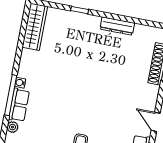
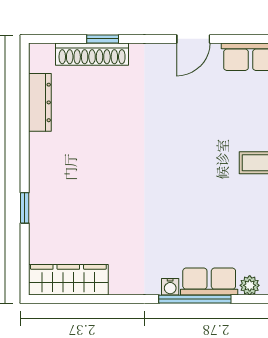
dresser: (117, 26) -> (40, 102), moved

